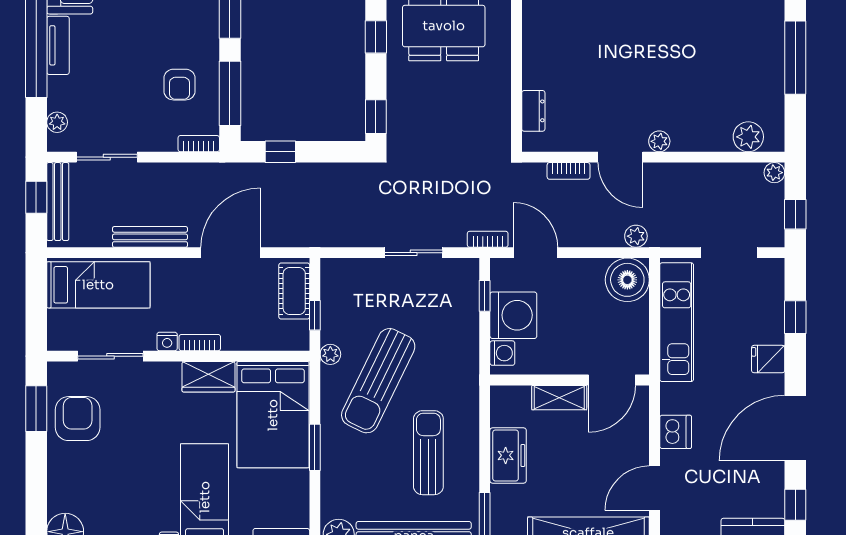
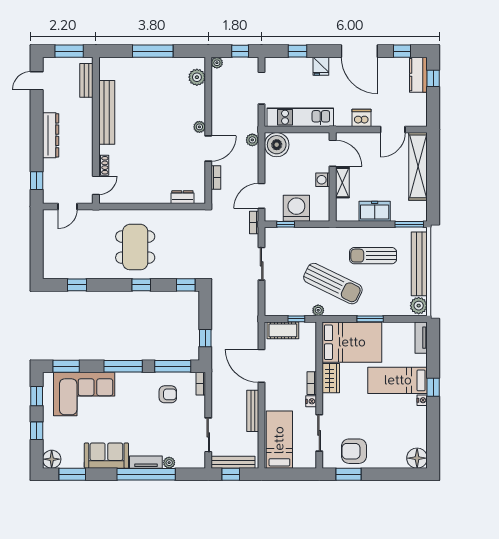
plant: (57, 122) -> (169, 463), moved
washing machine: (502, 353) -> (323, 180), moved, turned -90
door: (655, 488) -> (393, 130), hinge flipped

